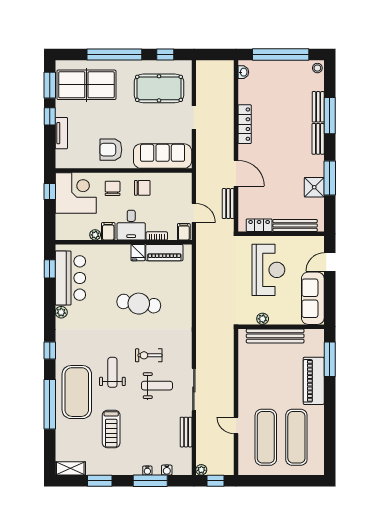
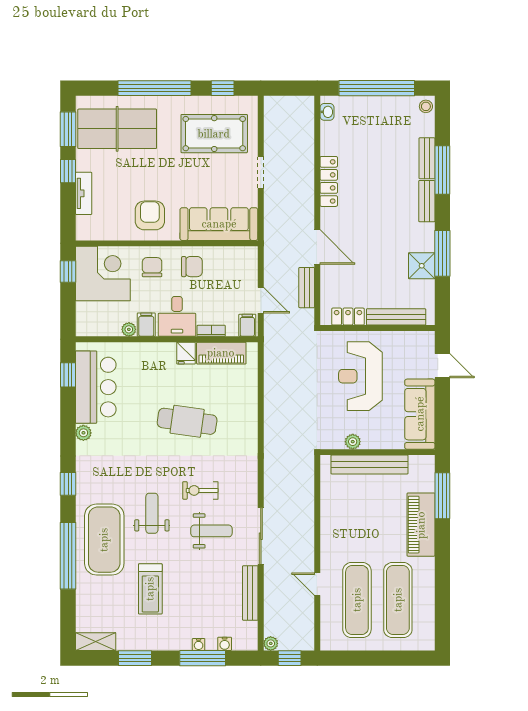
armchair: (111, 150) -> (150, 215), turned 90
door: (330, 262) -> (442, 366), swing flipped
reception desk: (268, 270) -> (360, 376), turned 180
bench: (186, 432) -> (250, 593), width x1.36

